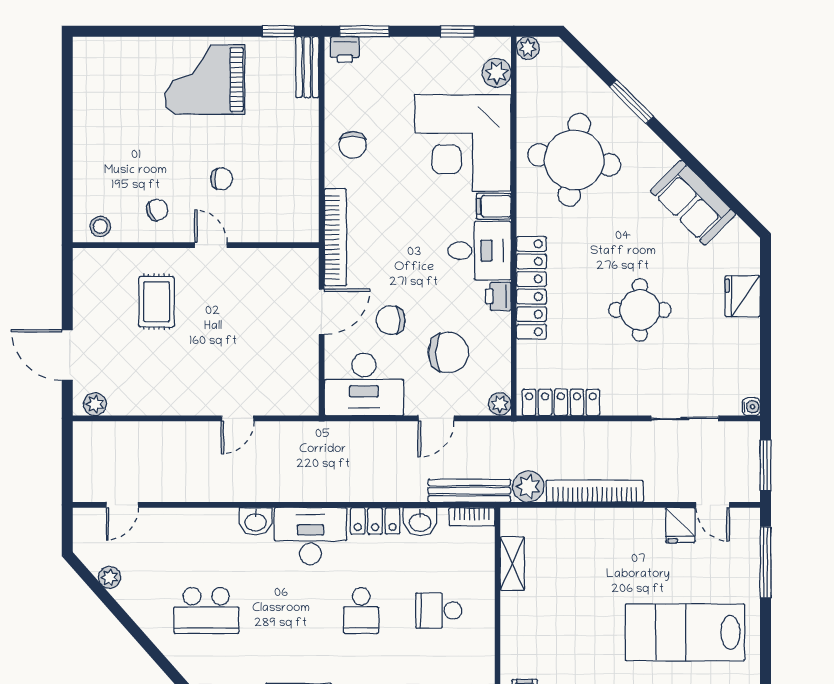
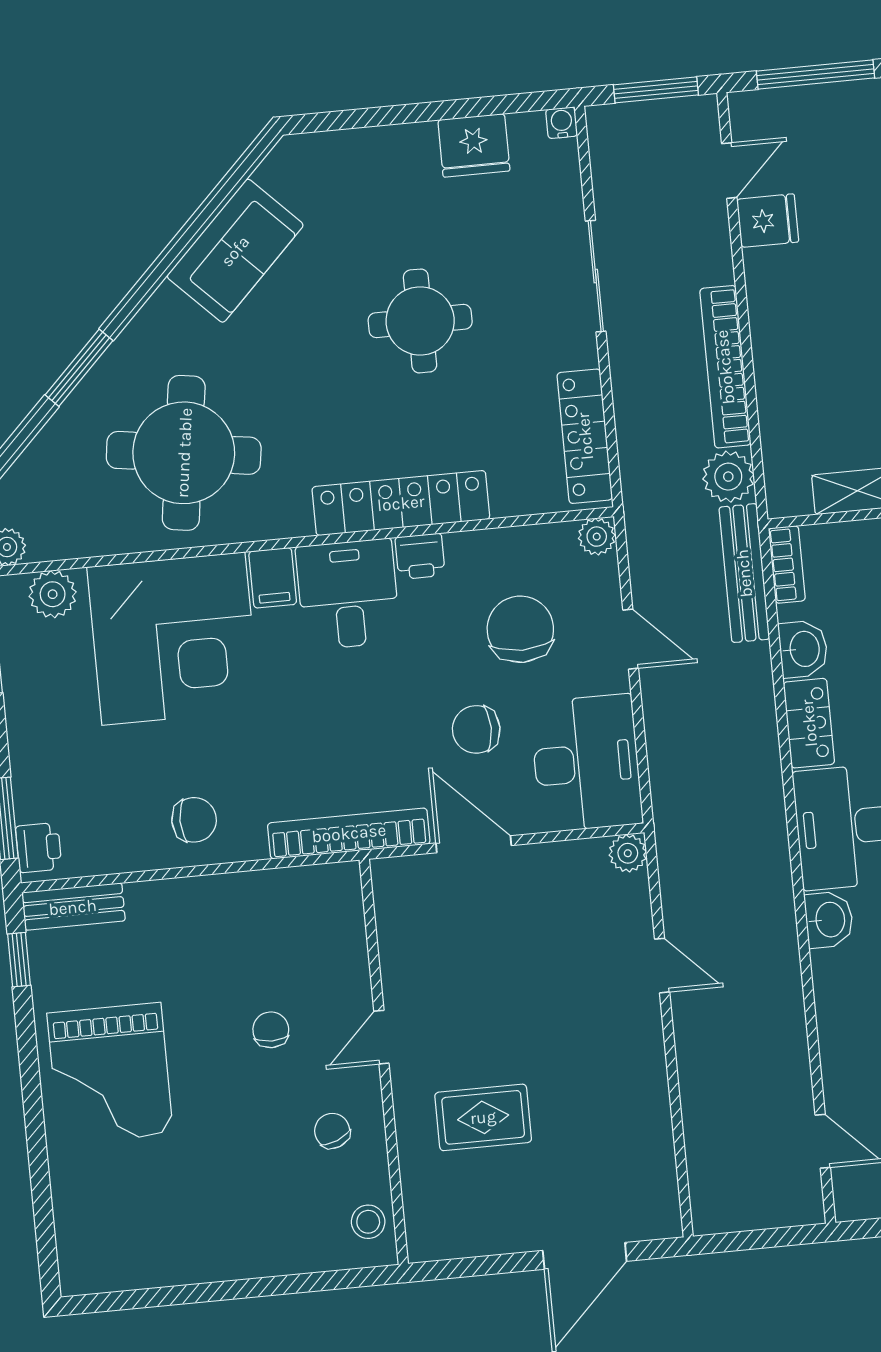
fridge: (743, 296) -> (474, 145), moved
chair: (391, 320) -> (476, 729), turned 90
plant: (95, 404) -> (628, 853), moved
sliding door: (685, 418) -> (596, 276), moved

